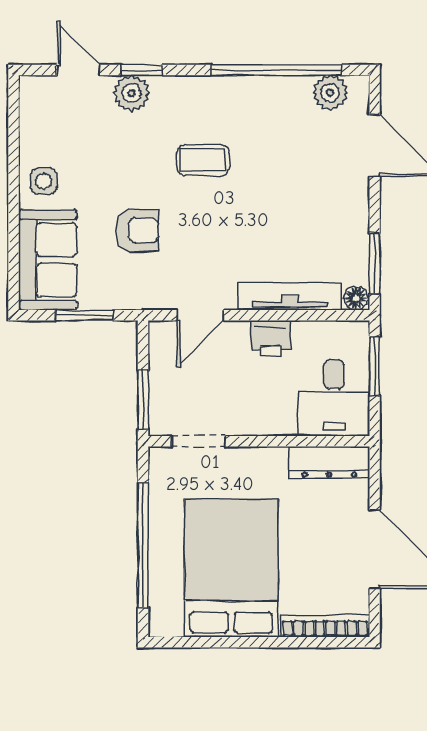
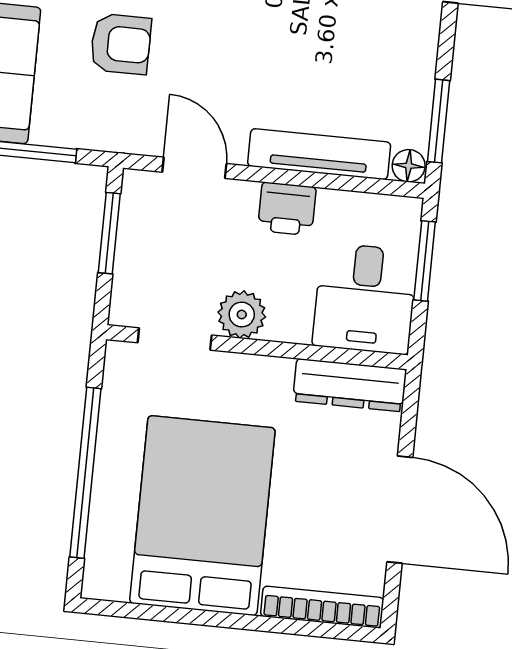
door: (200, 315) -> (194, 168), swing flipped
window: (143, 399) -> (109, 233), moved
plant: (245, 419) -> (242, 315), added

